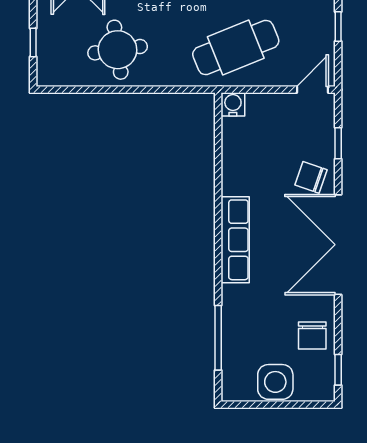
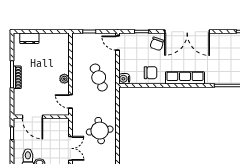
cafe table: (236, 48) -> (99, 78), width x0.73, depth x0.74
chair: (312, 335) -> (151, 73), moved

